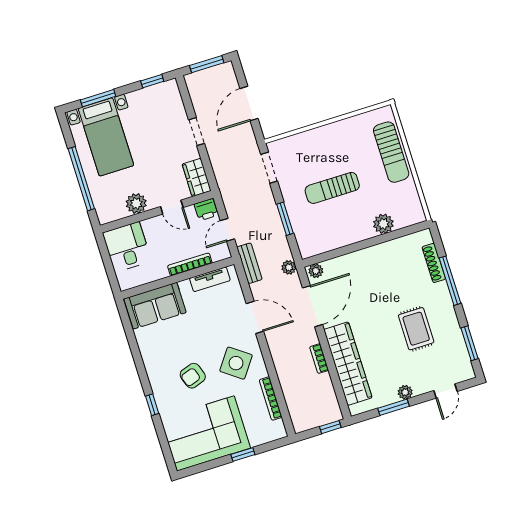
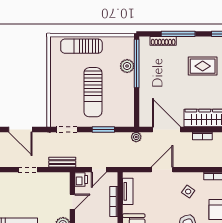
sun lounger: (391, 152) -> (81, 46), turned 180
wardrobe: (197, 177) -> (58, 179), removed
sun lounger: (332, 188) -> (93, 92), width x1.36, depth x1.34
door: (227, 230) -> (99, 170), hinge flipped
window: (391, 236) -> (137, 63), added
bench: (249, 263) -> (62, 162), moved
plant: (316, 271) -> (144, 120), removed
side table: (236, 363) -> (188, 191), width x0.54, depth x0.54

